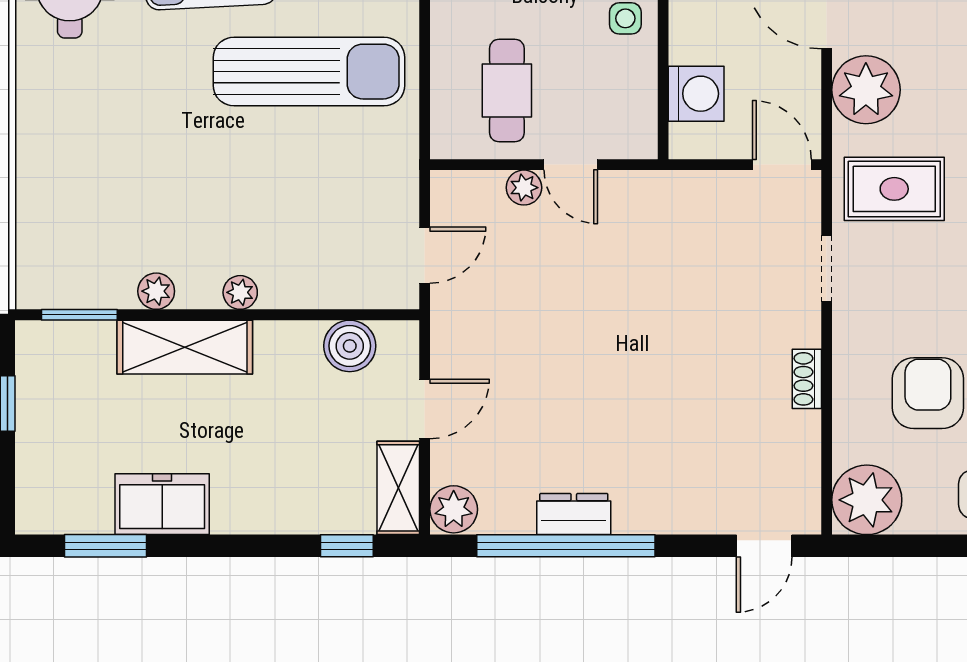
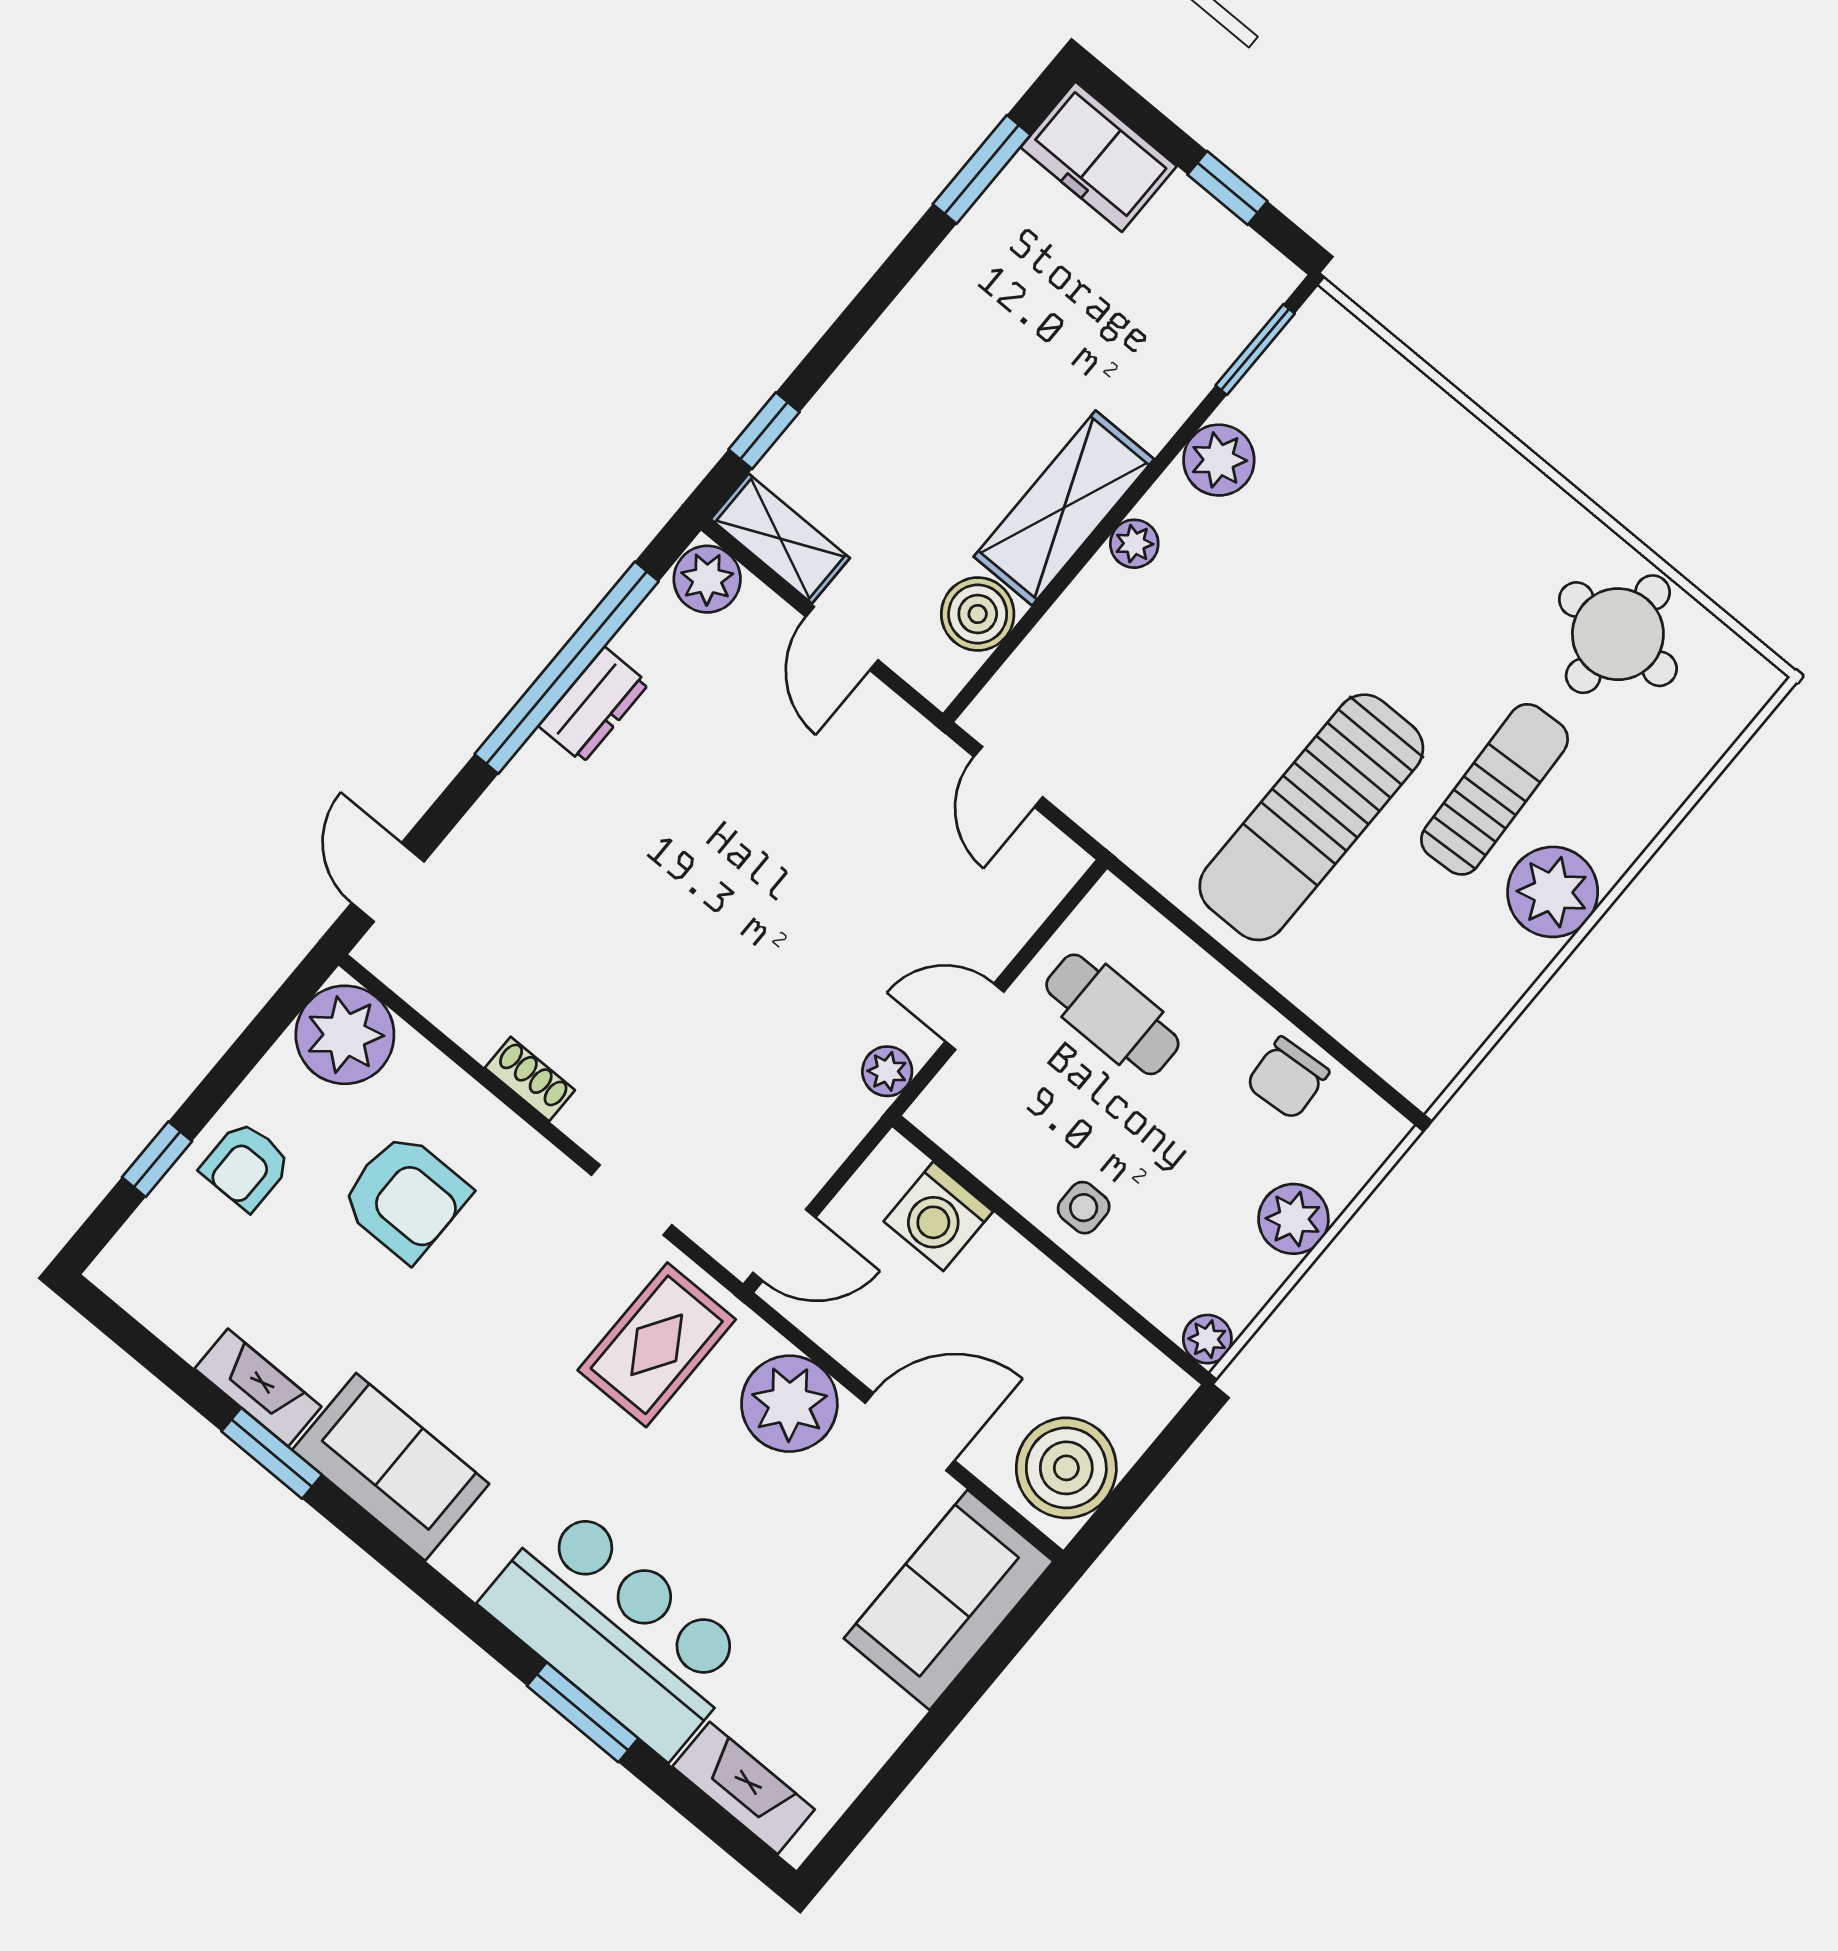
plant: (524, 188) -> (887, 1071), moved
plant: (156, 291) -> (1219, 460), width x1.38, depth x1.38
shelving: (185, 347) -> (1064, 508), moved
freezer: (162, 504) -> (1099, 157), moved, turned 90

